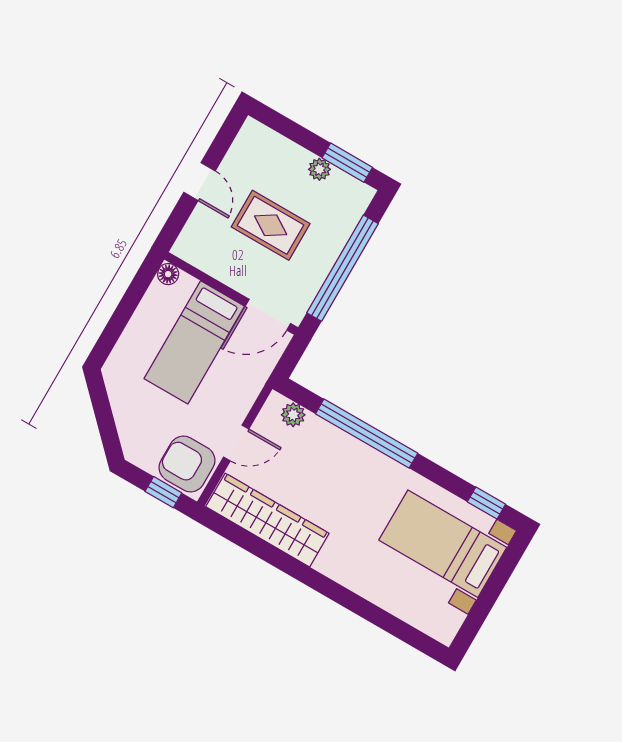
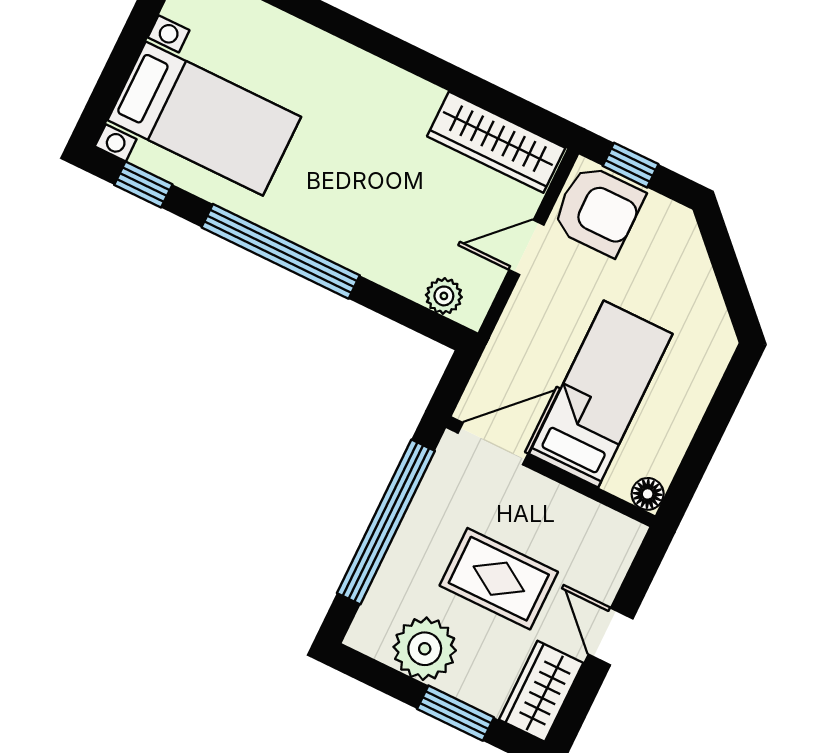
wardrobe: (248, 149) -> (541, 691), added
window: (347, 163) -> (456, 713), moved
plant: (319, 169) -> (425, 649), width x1.87, depth x1.87
window: (367, 433) -> (281, 251), moved
wardrobe: (267, 520) -> (496, 142), width x0.71, depth x0.85

